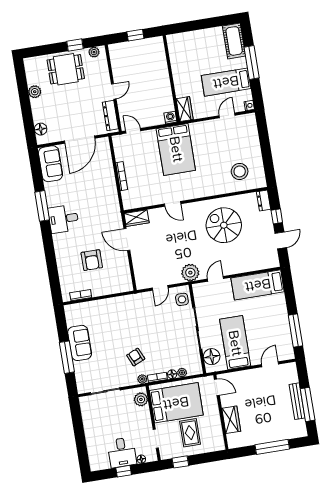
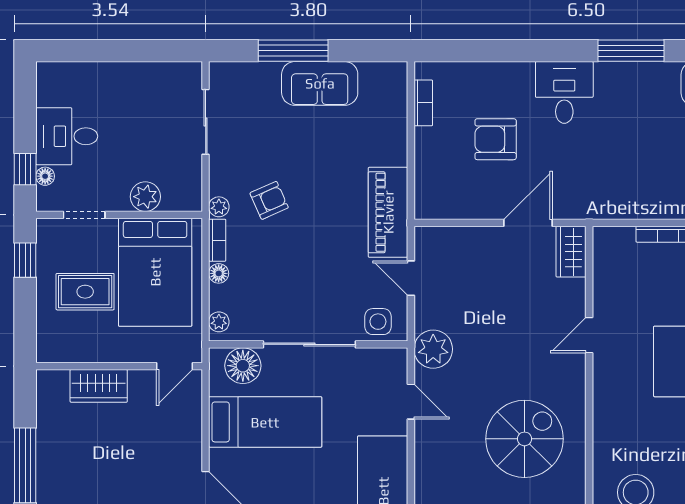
desk: (63, 219) -> (564, 92), moved
piano: (132, 303) -> (388, 212), added
plant: (182, 373) -> (219, 322), moved
plant: (141, 399) -> (145, 197), moved
window: (124, 471) -> (25, 169), moved

